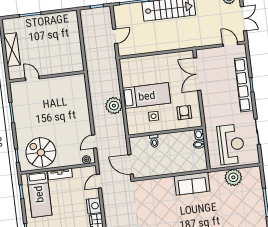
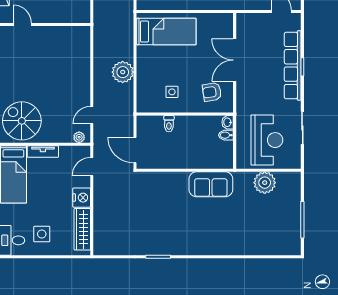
double door: (197, 74) -> (235, 60), moved
bed: (147, 96) -> (166, 32), moved
armchair: (184, 113) -> (212, 92), turned -99

